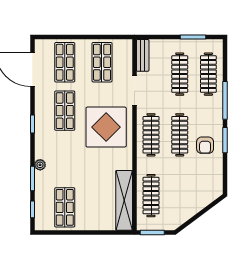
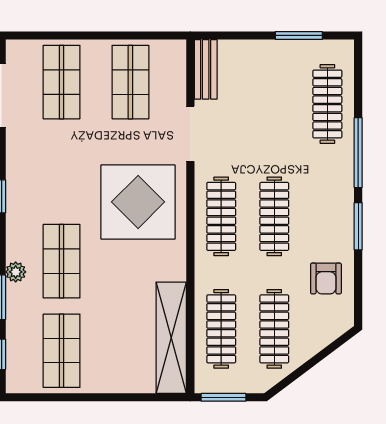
clothes rail: (180, 74) -> (274, 329), moved
shop shelf: (65, 111) -> (62, 261), moved
armchair: (205, 145) -> (326, 279), moved

